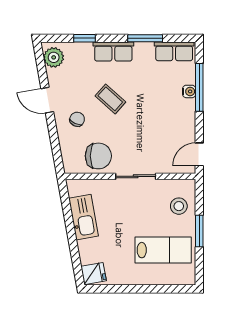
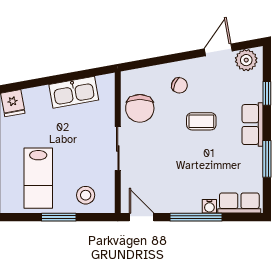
row of seats: (174, 51) -> (239, 203), moved, turned 90
window: (199, 87) -> (196, 217), moved
coffee table: (110, 99) -> (201, 121), turned 48
door: (47, 100) -> (218, 50), moved

